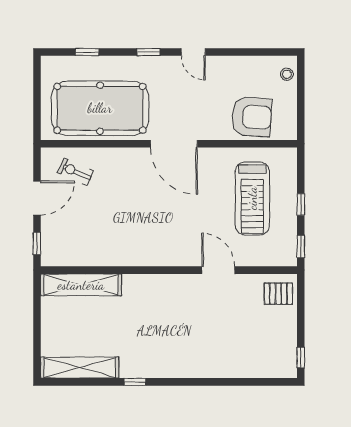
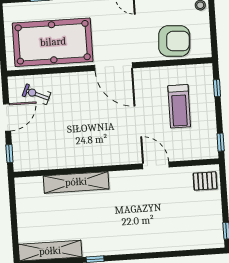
treadmill: (252, 198) -> (179, 106), width x0.73, depth x0.73
window: (301, 204) -> (217, 88), moved
shelving: (81, 285) -> (76, 182), moved

